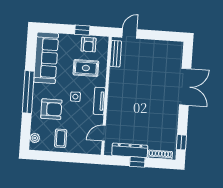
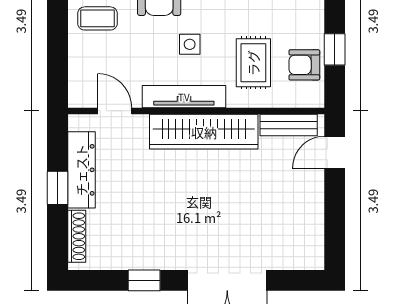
door: (130, 33) -> (335, 152), swing flipped
wardrobe: (116, 93) -> (204, 132), added
tv unit: (99, 101) -> (184, 97), width x1.41
window: (181, 142) -> (144, 280), moved

